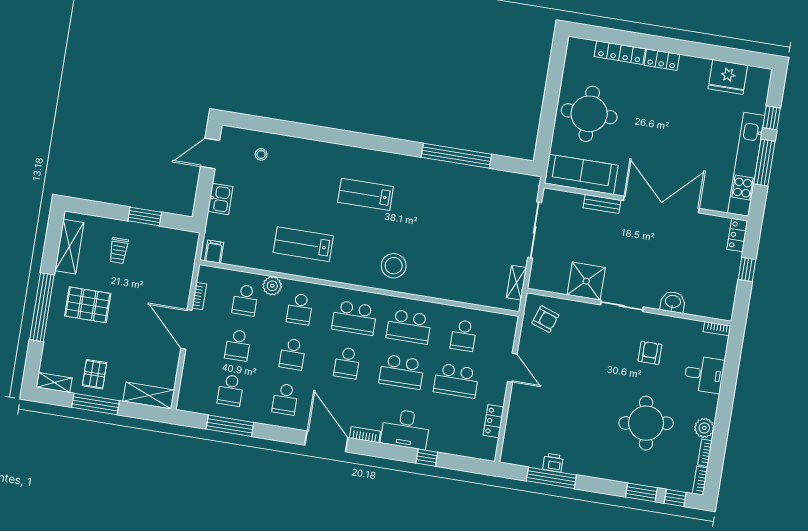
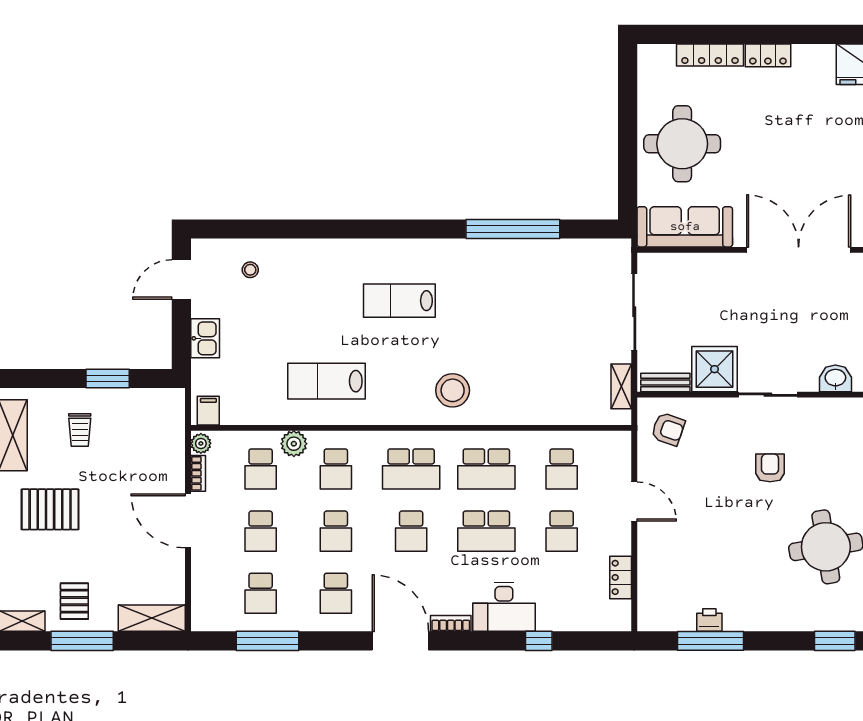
bench: (602, 204) -> (665, 382), moved
plant: (205, 275) -> (201, 443), added
armchair: (650, 353) -> (770, 468), moved
school desk: (456, 381) -> (562, 531), width x0.54

